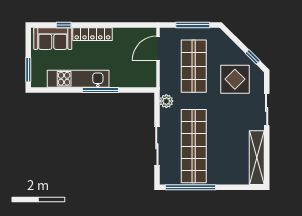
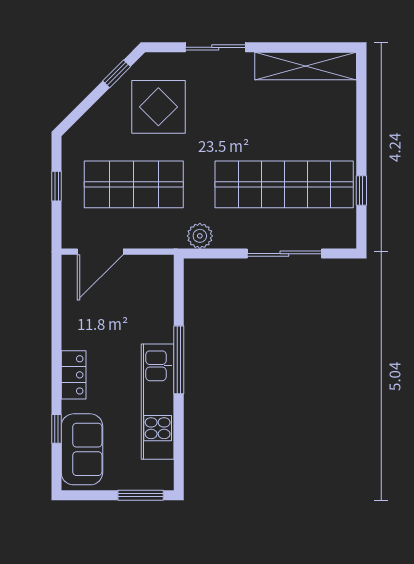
window: (193, 25) -> (56, 186), width x0.46
locker: (92, 34) -> (74, 375), width x0.66
door: (158, 48) -> (100, 252), hinge flipped
window: (190, 187) -> (361, 191), width x0.32

